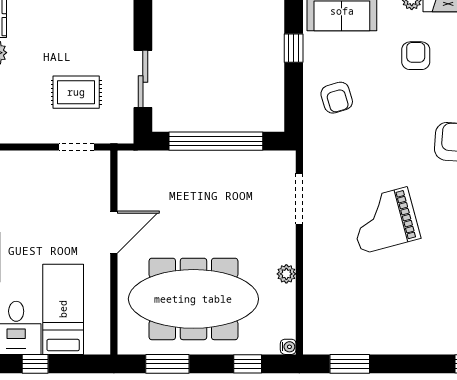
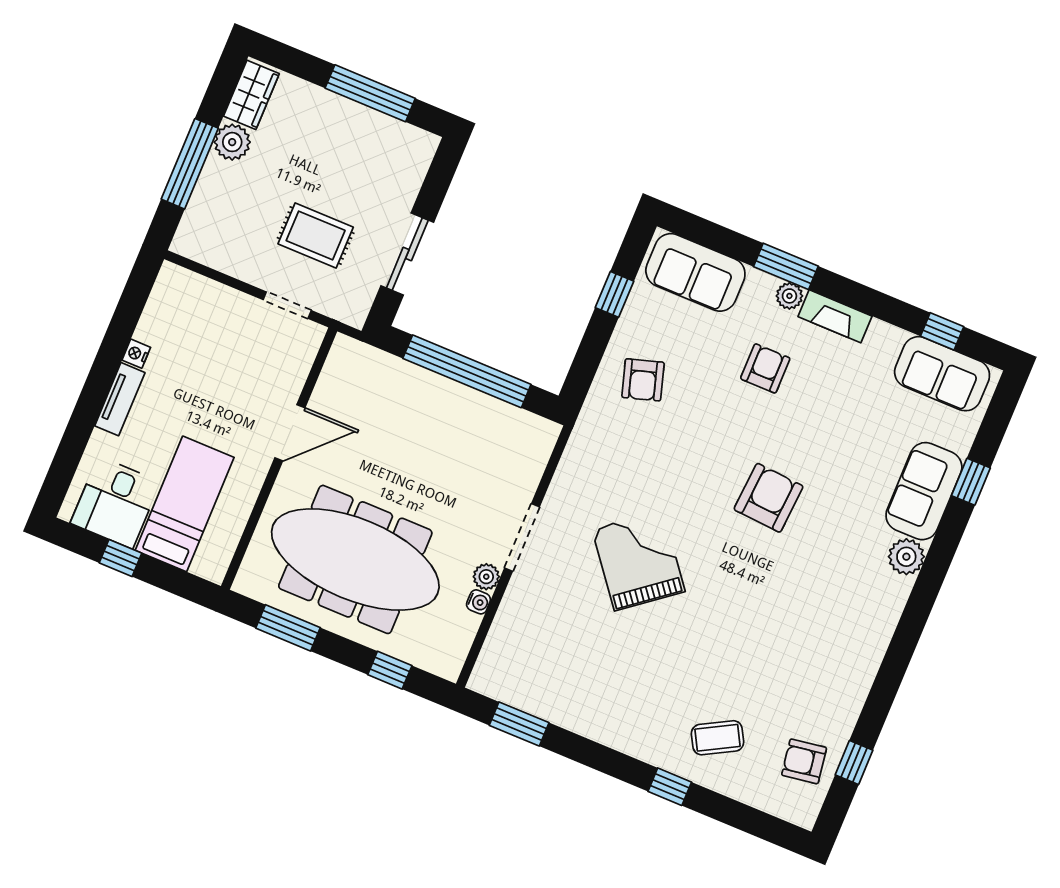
doorway: (299, 199) -> (522, 537), moved
grand piano: (384, 220) -> (639, 561), turned 67
water cooler: (288, 347) -> (478, 602), moved

